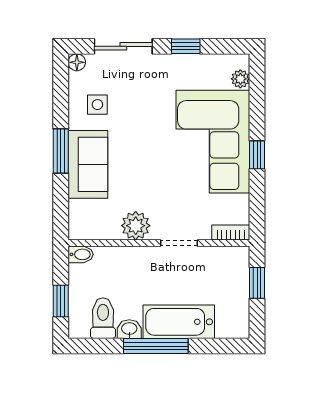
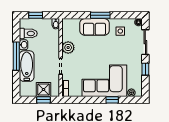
window: (257, 155) -> (112, 100), moved
shower: (233, 283) -> (43, 90), added

